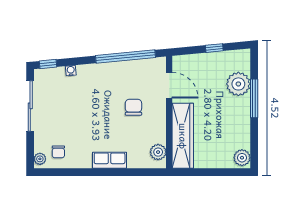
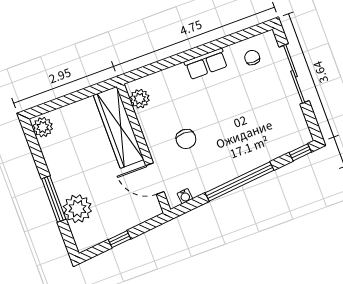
window: (126, 57) -> (240, 181), moved
water cooler: (71, 71) -> (185, 196), moved
sliding door: (30, 106) -> (294, 74), moved
plant: (40, 159) -> (270, 42), removed
row of seats: (110, 160) -> (206, 64), moved

